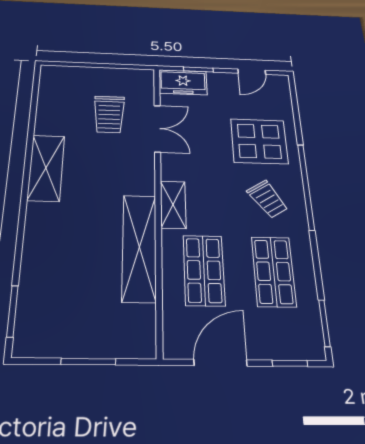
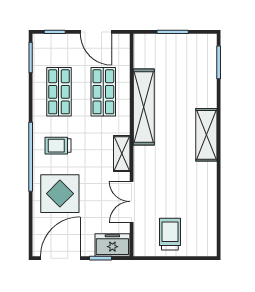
door: (252, 72) -> (60, 258), width x1.88
trolley: (109, 114) -> (170, 234), moved
shelving: (46, 168) -> (206, 135), moved
trolley: (268, 199) -> (58, 146), turned -57
shelving: (173, 205) -> (122, 154), moved
door: (221, 363) -> (96, 32), hinge flipped

